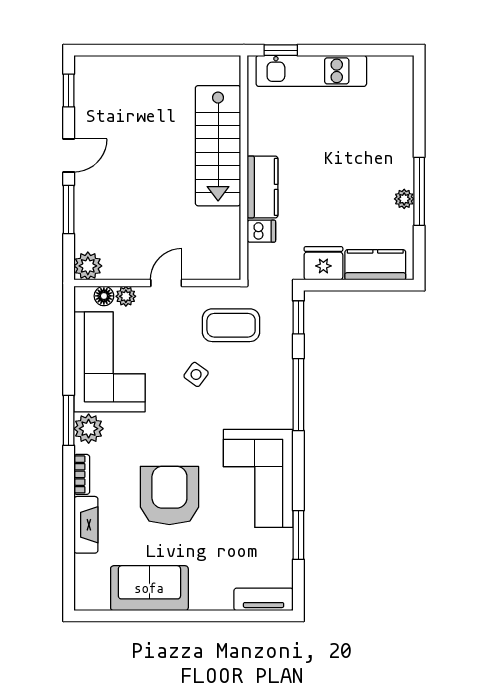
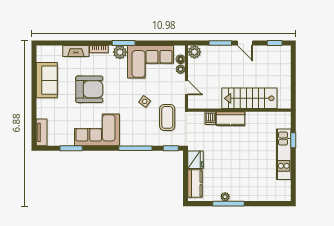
stairs: (218, 146) -> (249, 98), moved
wall: (244, 168) -> (239, 110), moved
kitchen counter: (262, 187) -> (231, 119), moved
dishwasher: (261, 231) -> (210, 118), moved

